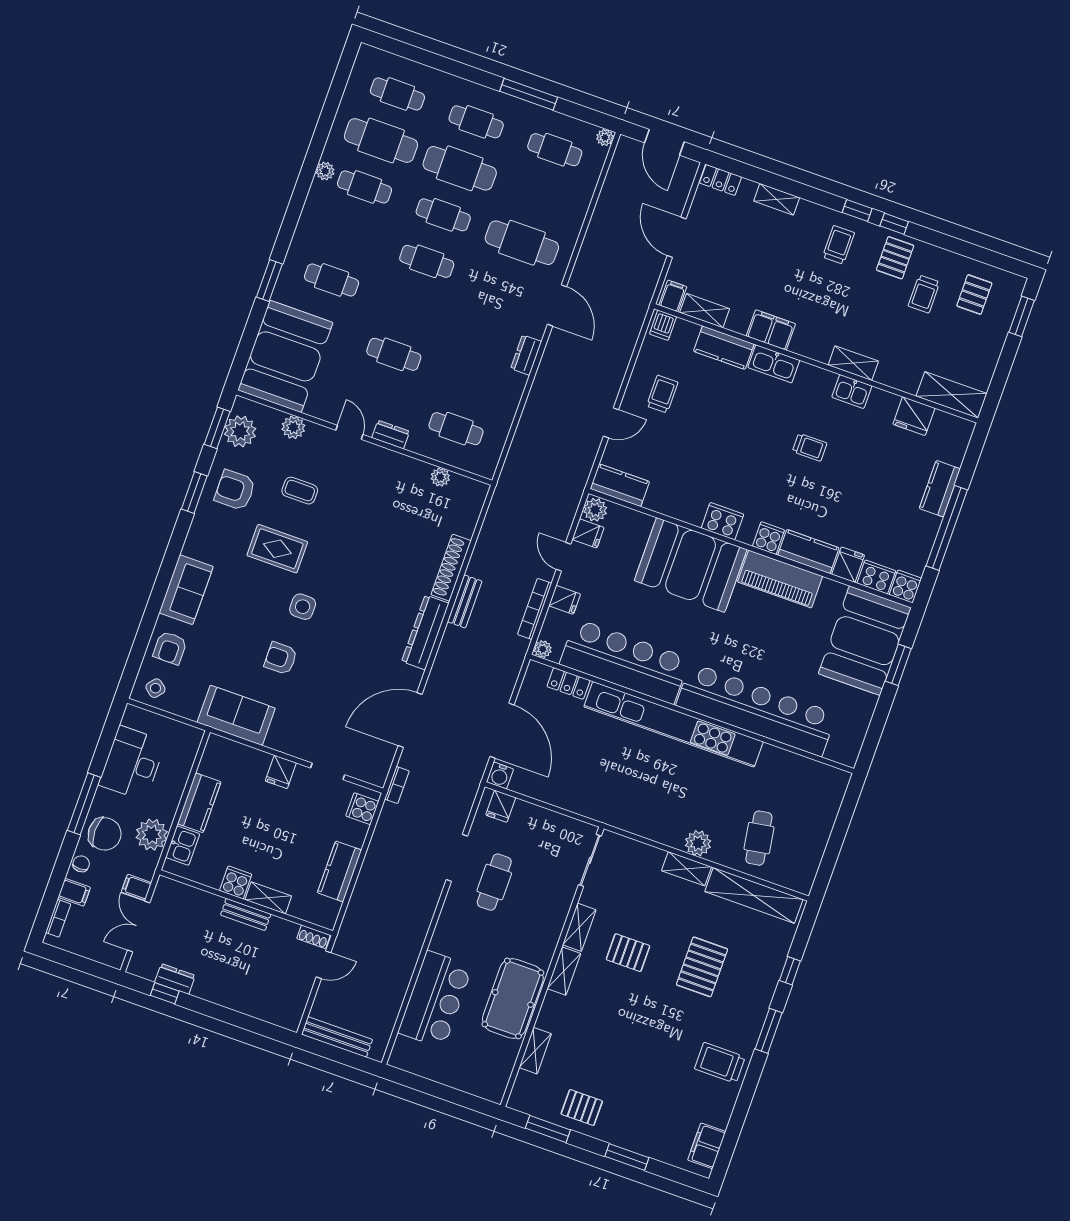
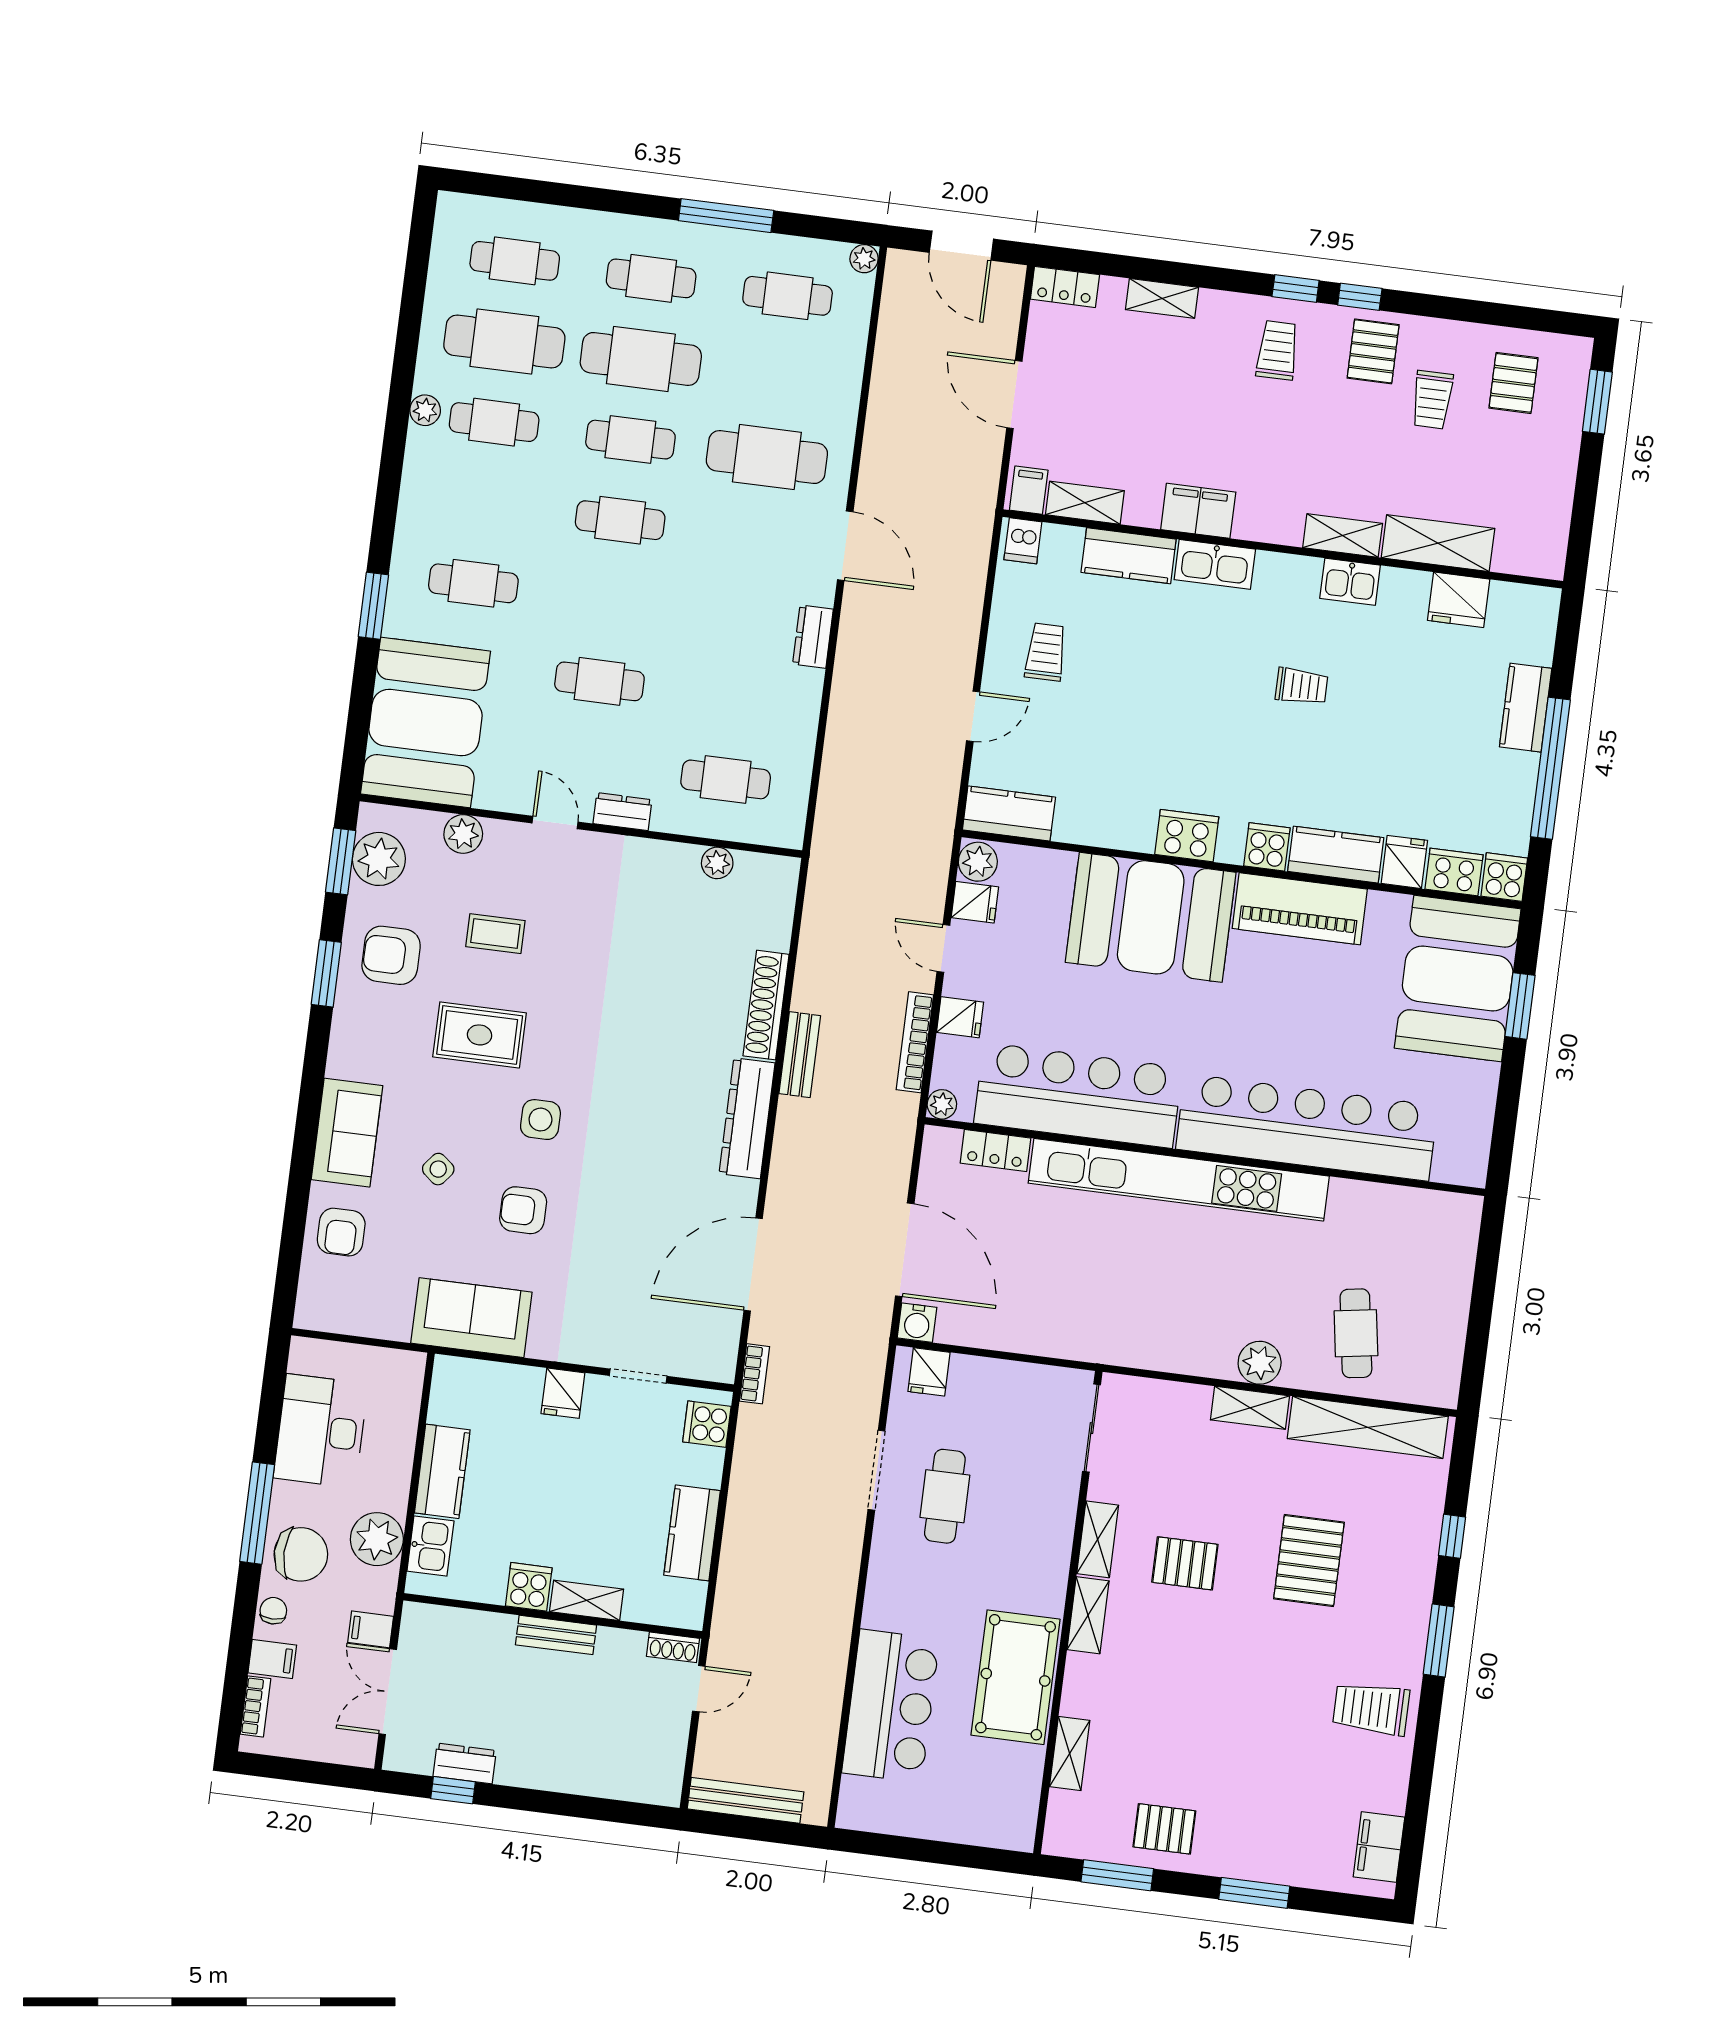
shelving: (952, 395) -> (1438, 543), moved
side table: (155, 688) -> (438, 1169), moved

